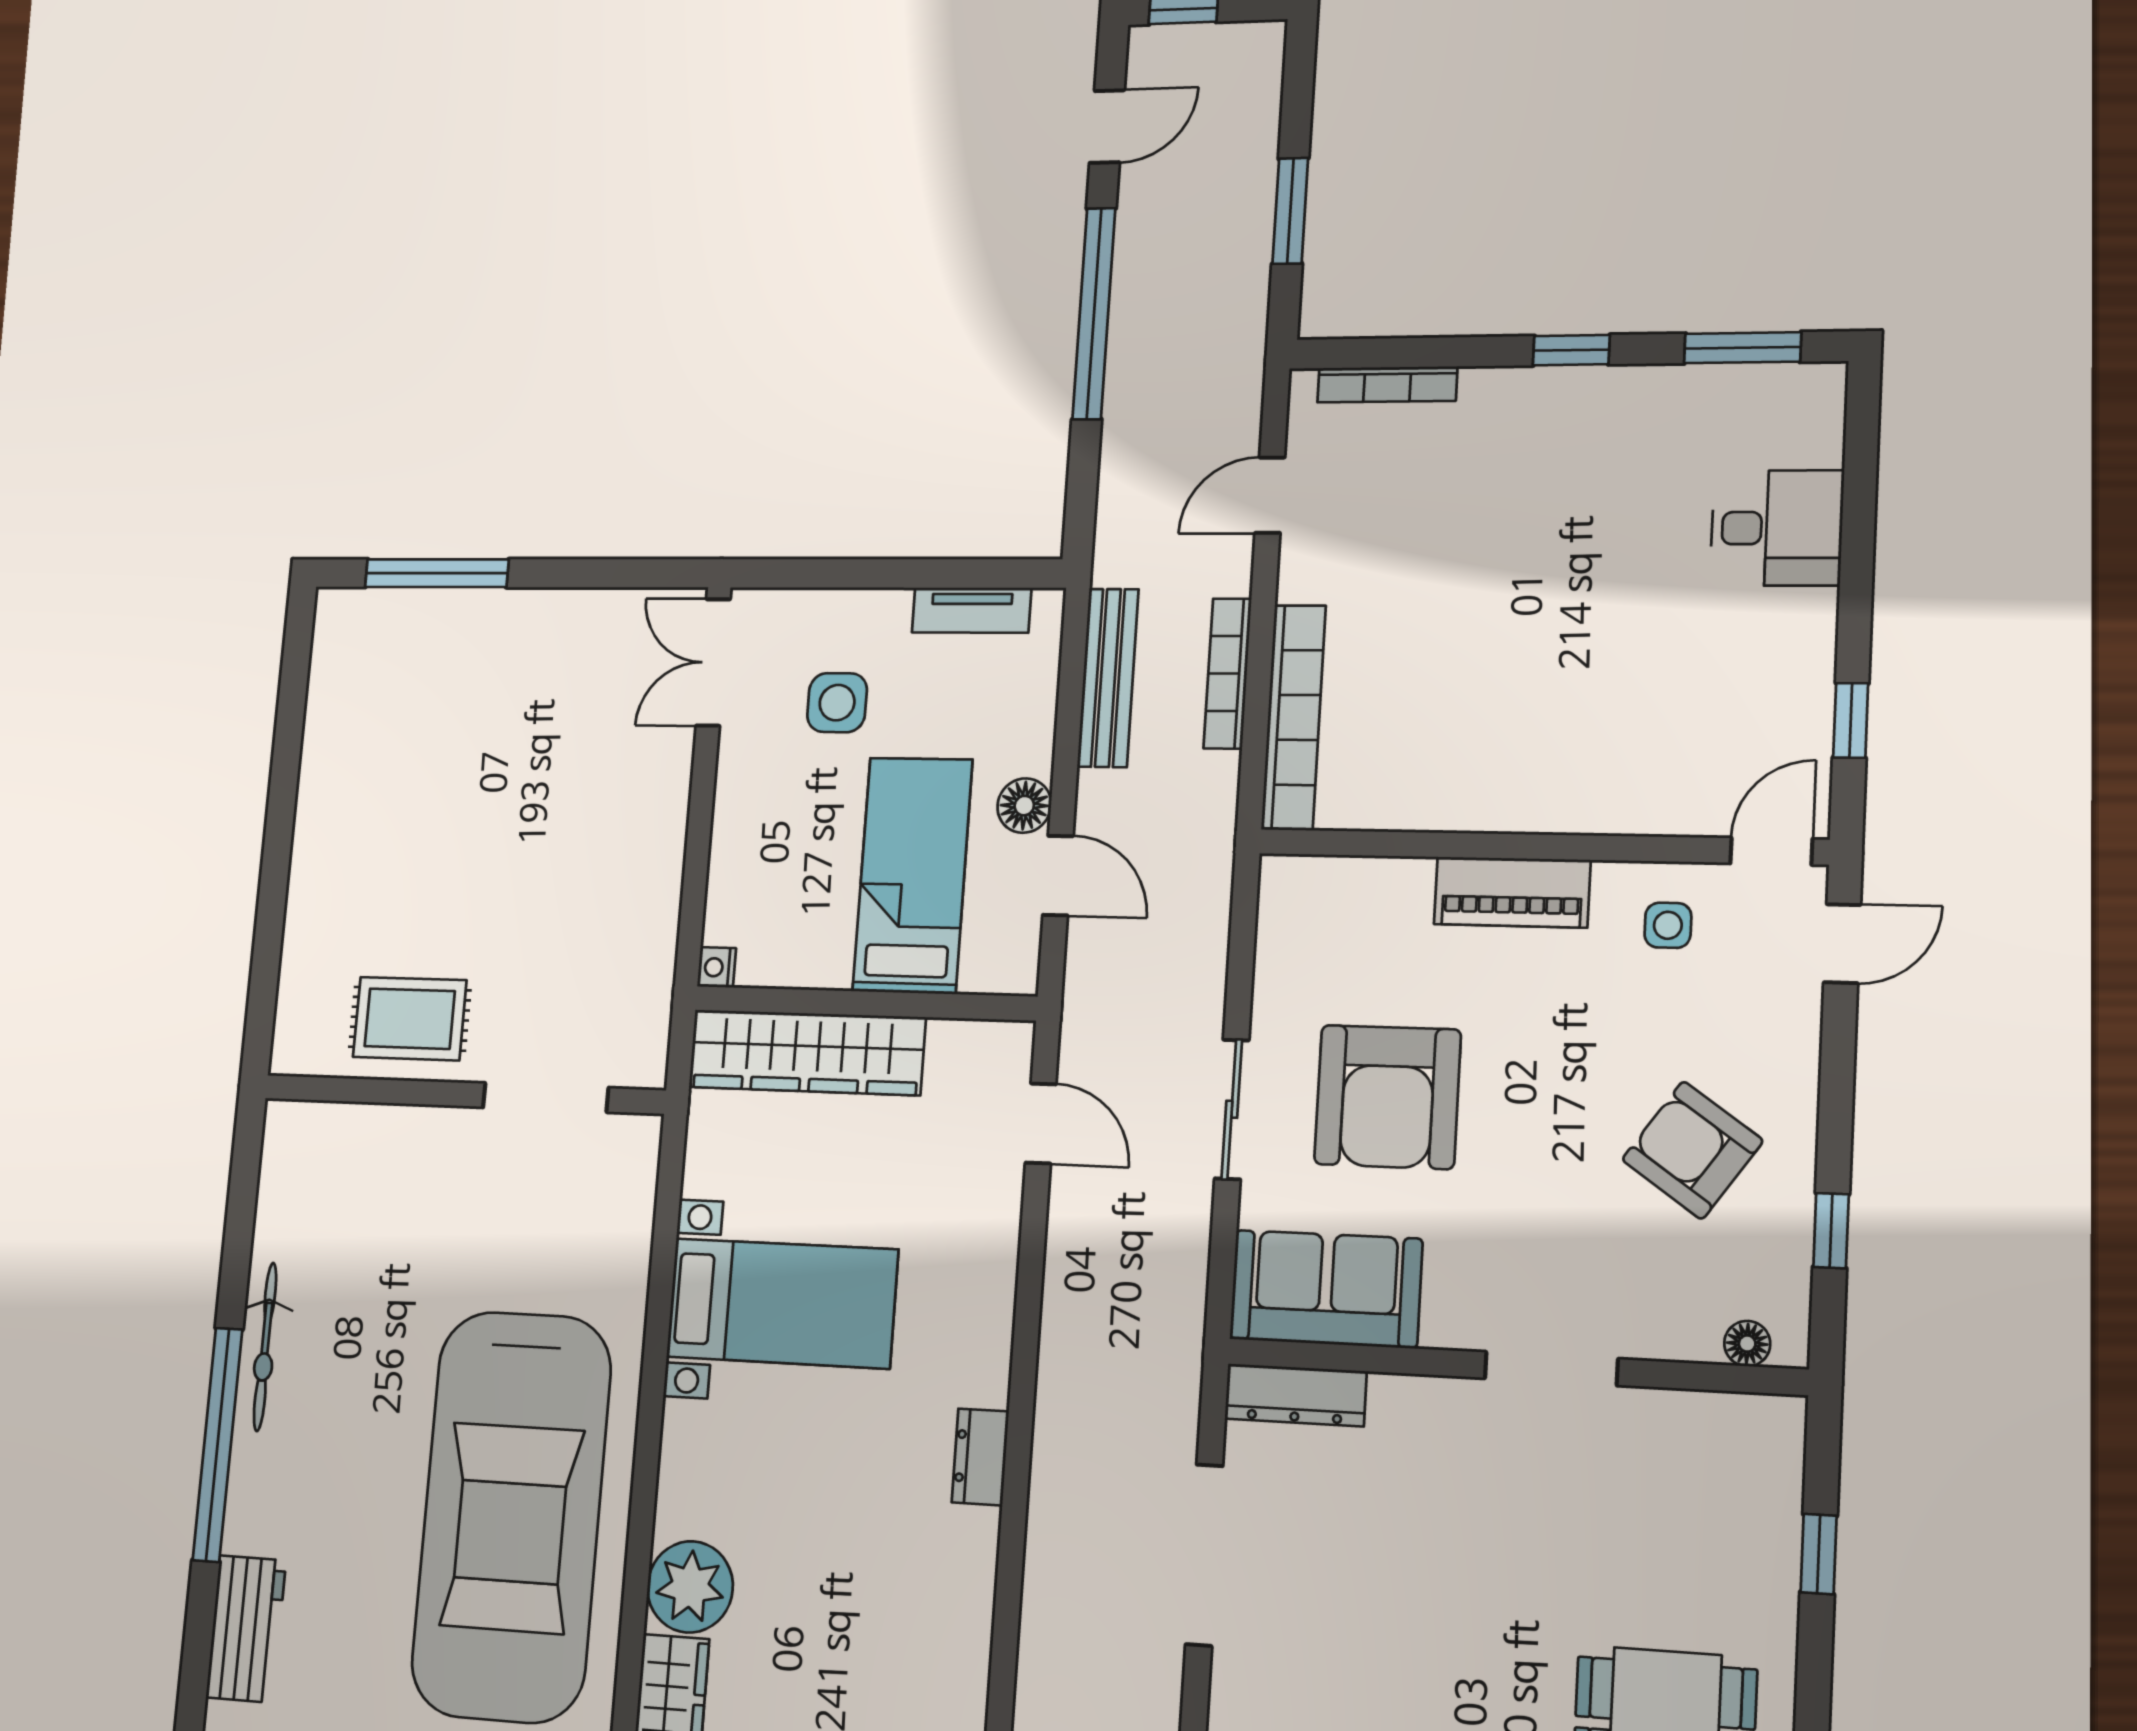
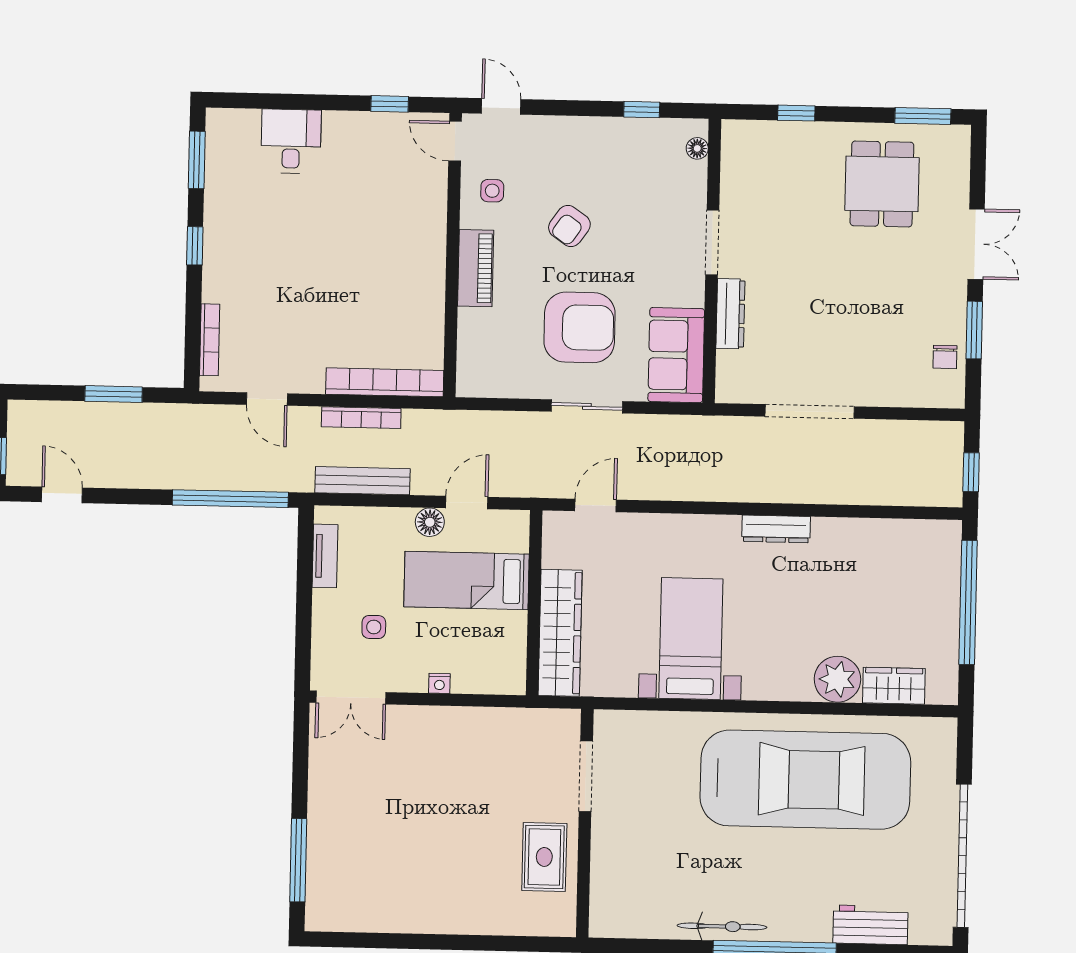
window: (1094, 313) -> (230, 499), moved
side table: (837, 703) -> (374, 627), width x0.73, depth x0.73
nightstand: (717, 967) -> (439, 683), moved
armchair: (1692, 1150) -> (569, 226), moved, width x0.72, depth x0.72
dresser: (1296, 1395) -> (730, 314), moved
dresser: (980, 1457) -> (776, 529), width x1.44

